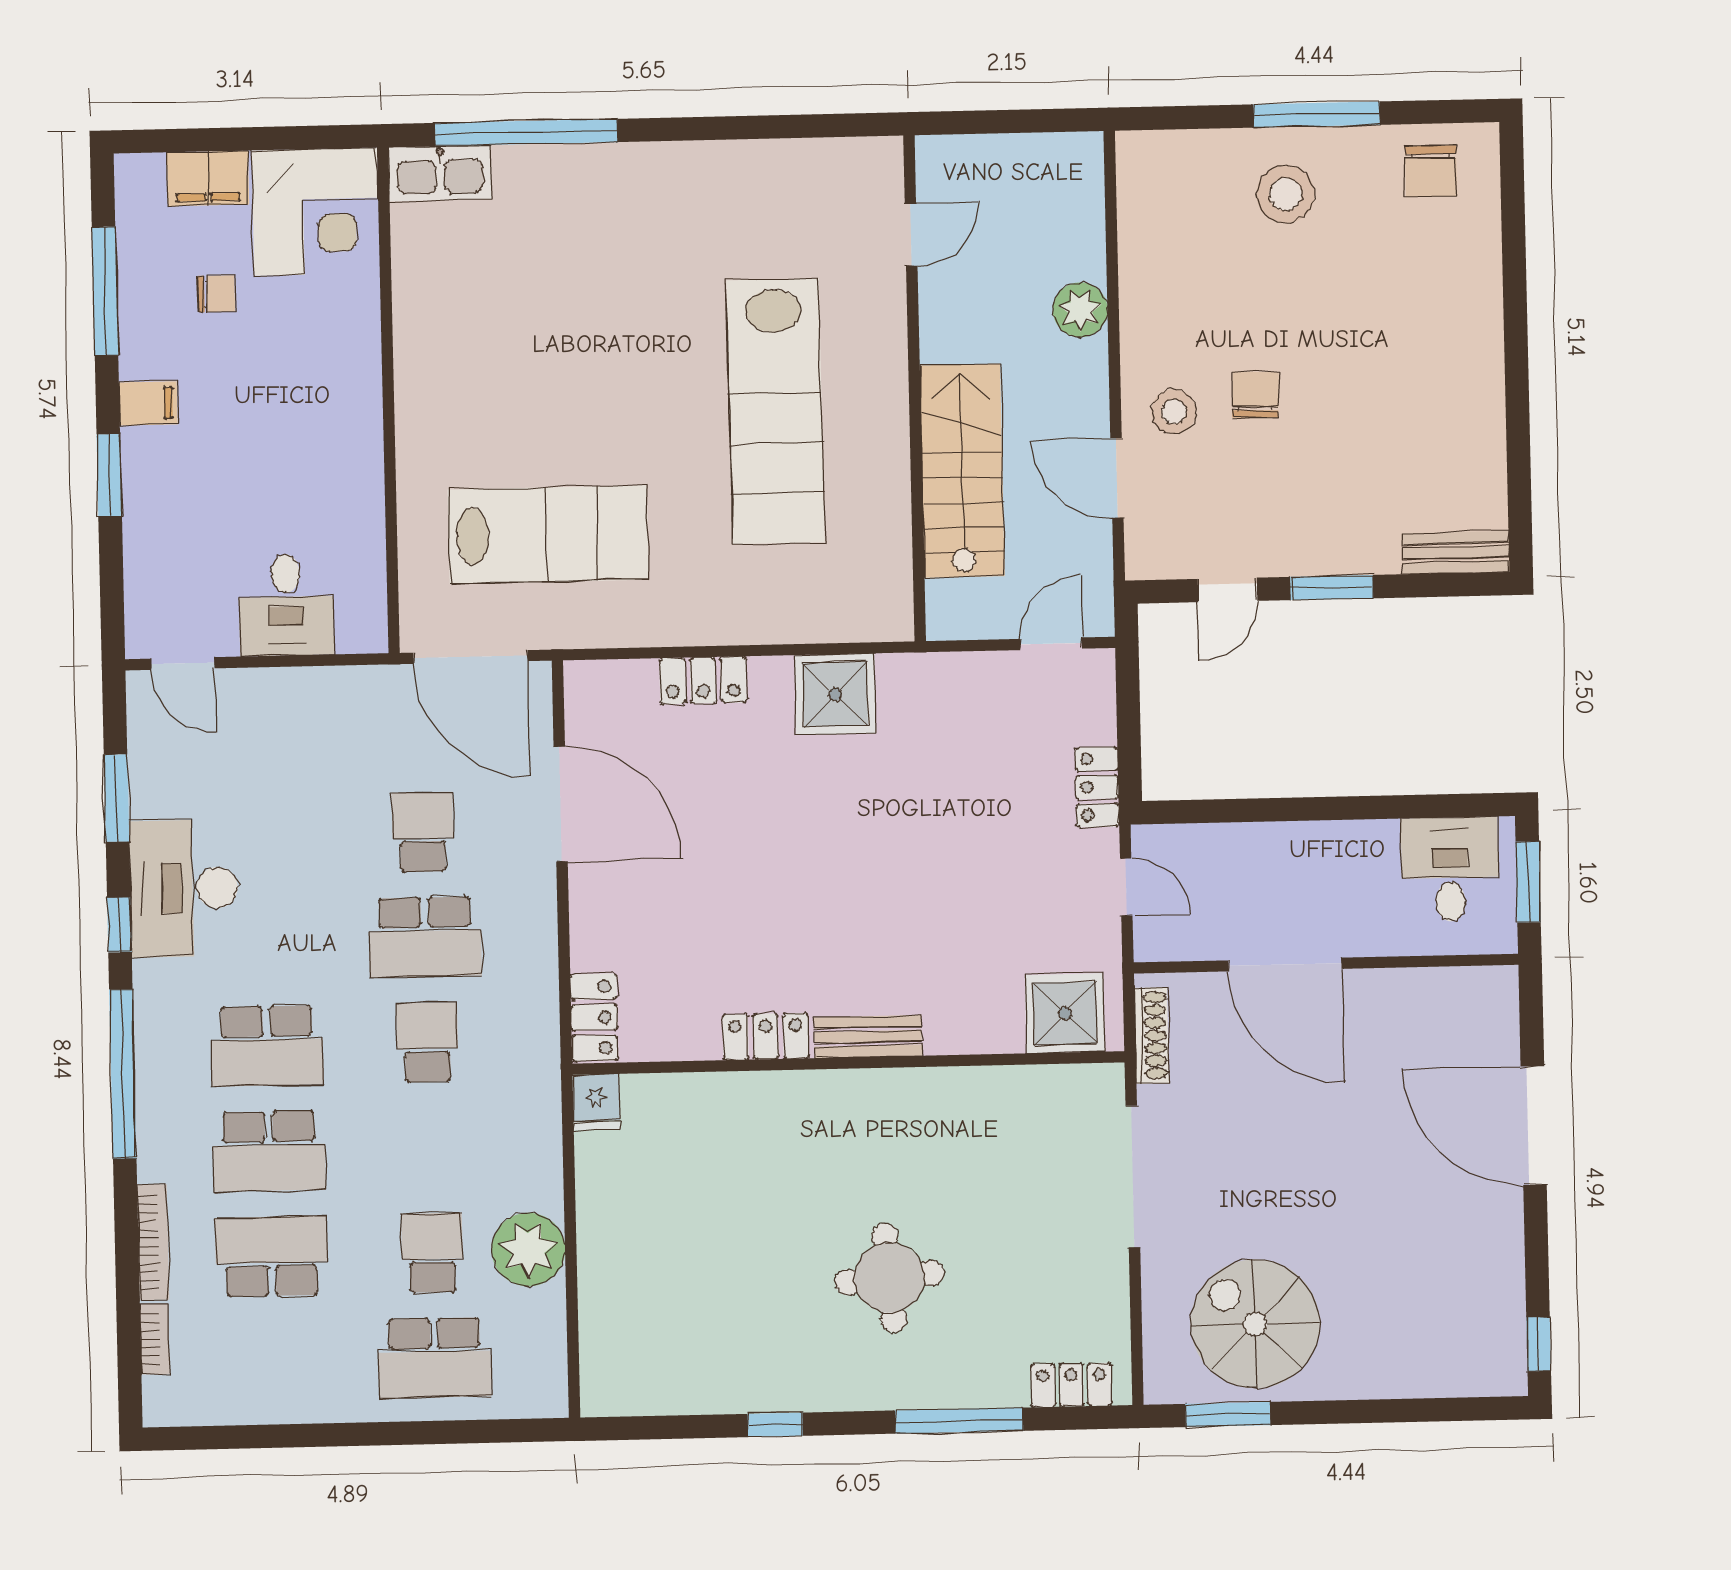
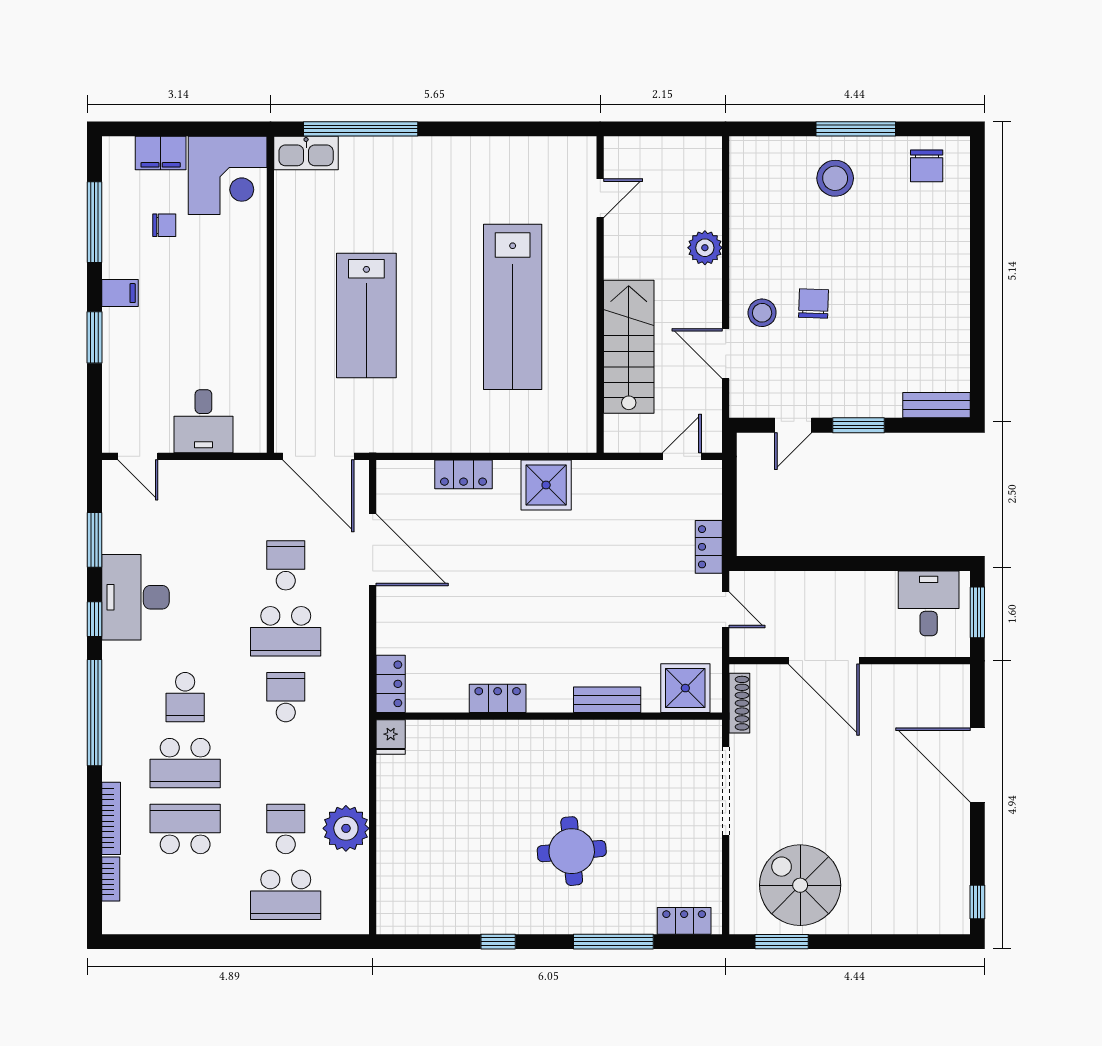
lab bench: (548, 535) -> (366, 315), moved, turned 90
bench: (868, 1037) -> (607, 700), moved
school desk: (267, 1046) -> (185, 697), width x0.54

